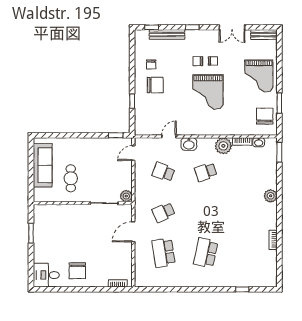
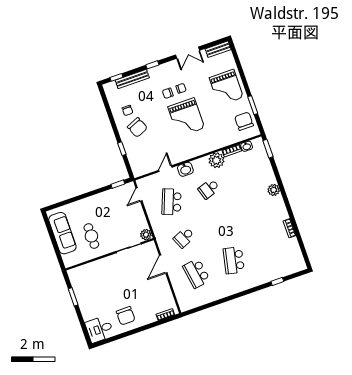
chair: (155, 85) -> (137, 127), turned 67
school desk: (164, 172) -> (172, 202), width x1.85

